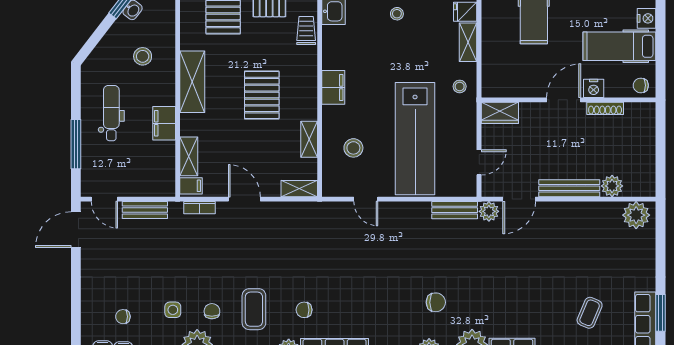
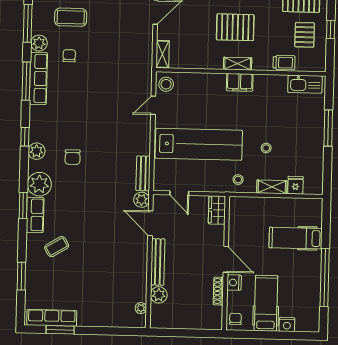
stool: (397, 14) -> (266, 148), moved
shelving: (309, 139) -> (238, 64), moved
lab bench: (415, 139) -> (199, 144), turned 180
stool: (353, 148) -> (166, 84), moved
plant: (636, 215) -> (141, 308), width x0.53, depth x0.53
coffee table: (590, 313) -> (57, 247), moved, turned -54

